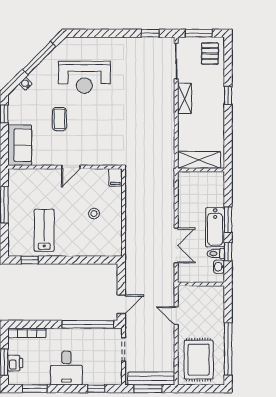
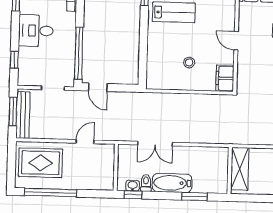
filing cabinet: (115, 177) -> (225, 78), width x2.00
window: (228, 220) -> (195, 197), moved
window: (228, 252) -> (133, 195), moved

